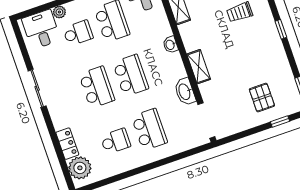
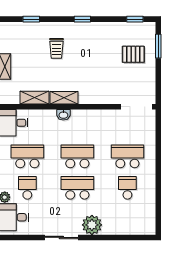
shelving: (199, 67) -> (64, 98), moved
washbasin: (185, 92) -> (106, 116), removed
window: (280, 121) -> (158, 46), width x1.50
locker: (67, 144) -> (116, 228), removed
plant: (80, 168) -> (92, 225), moved

